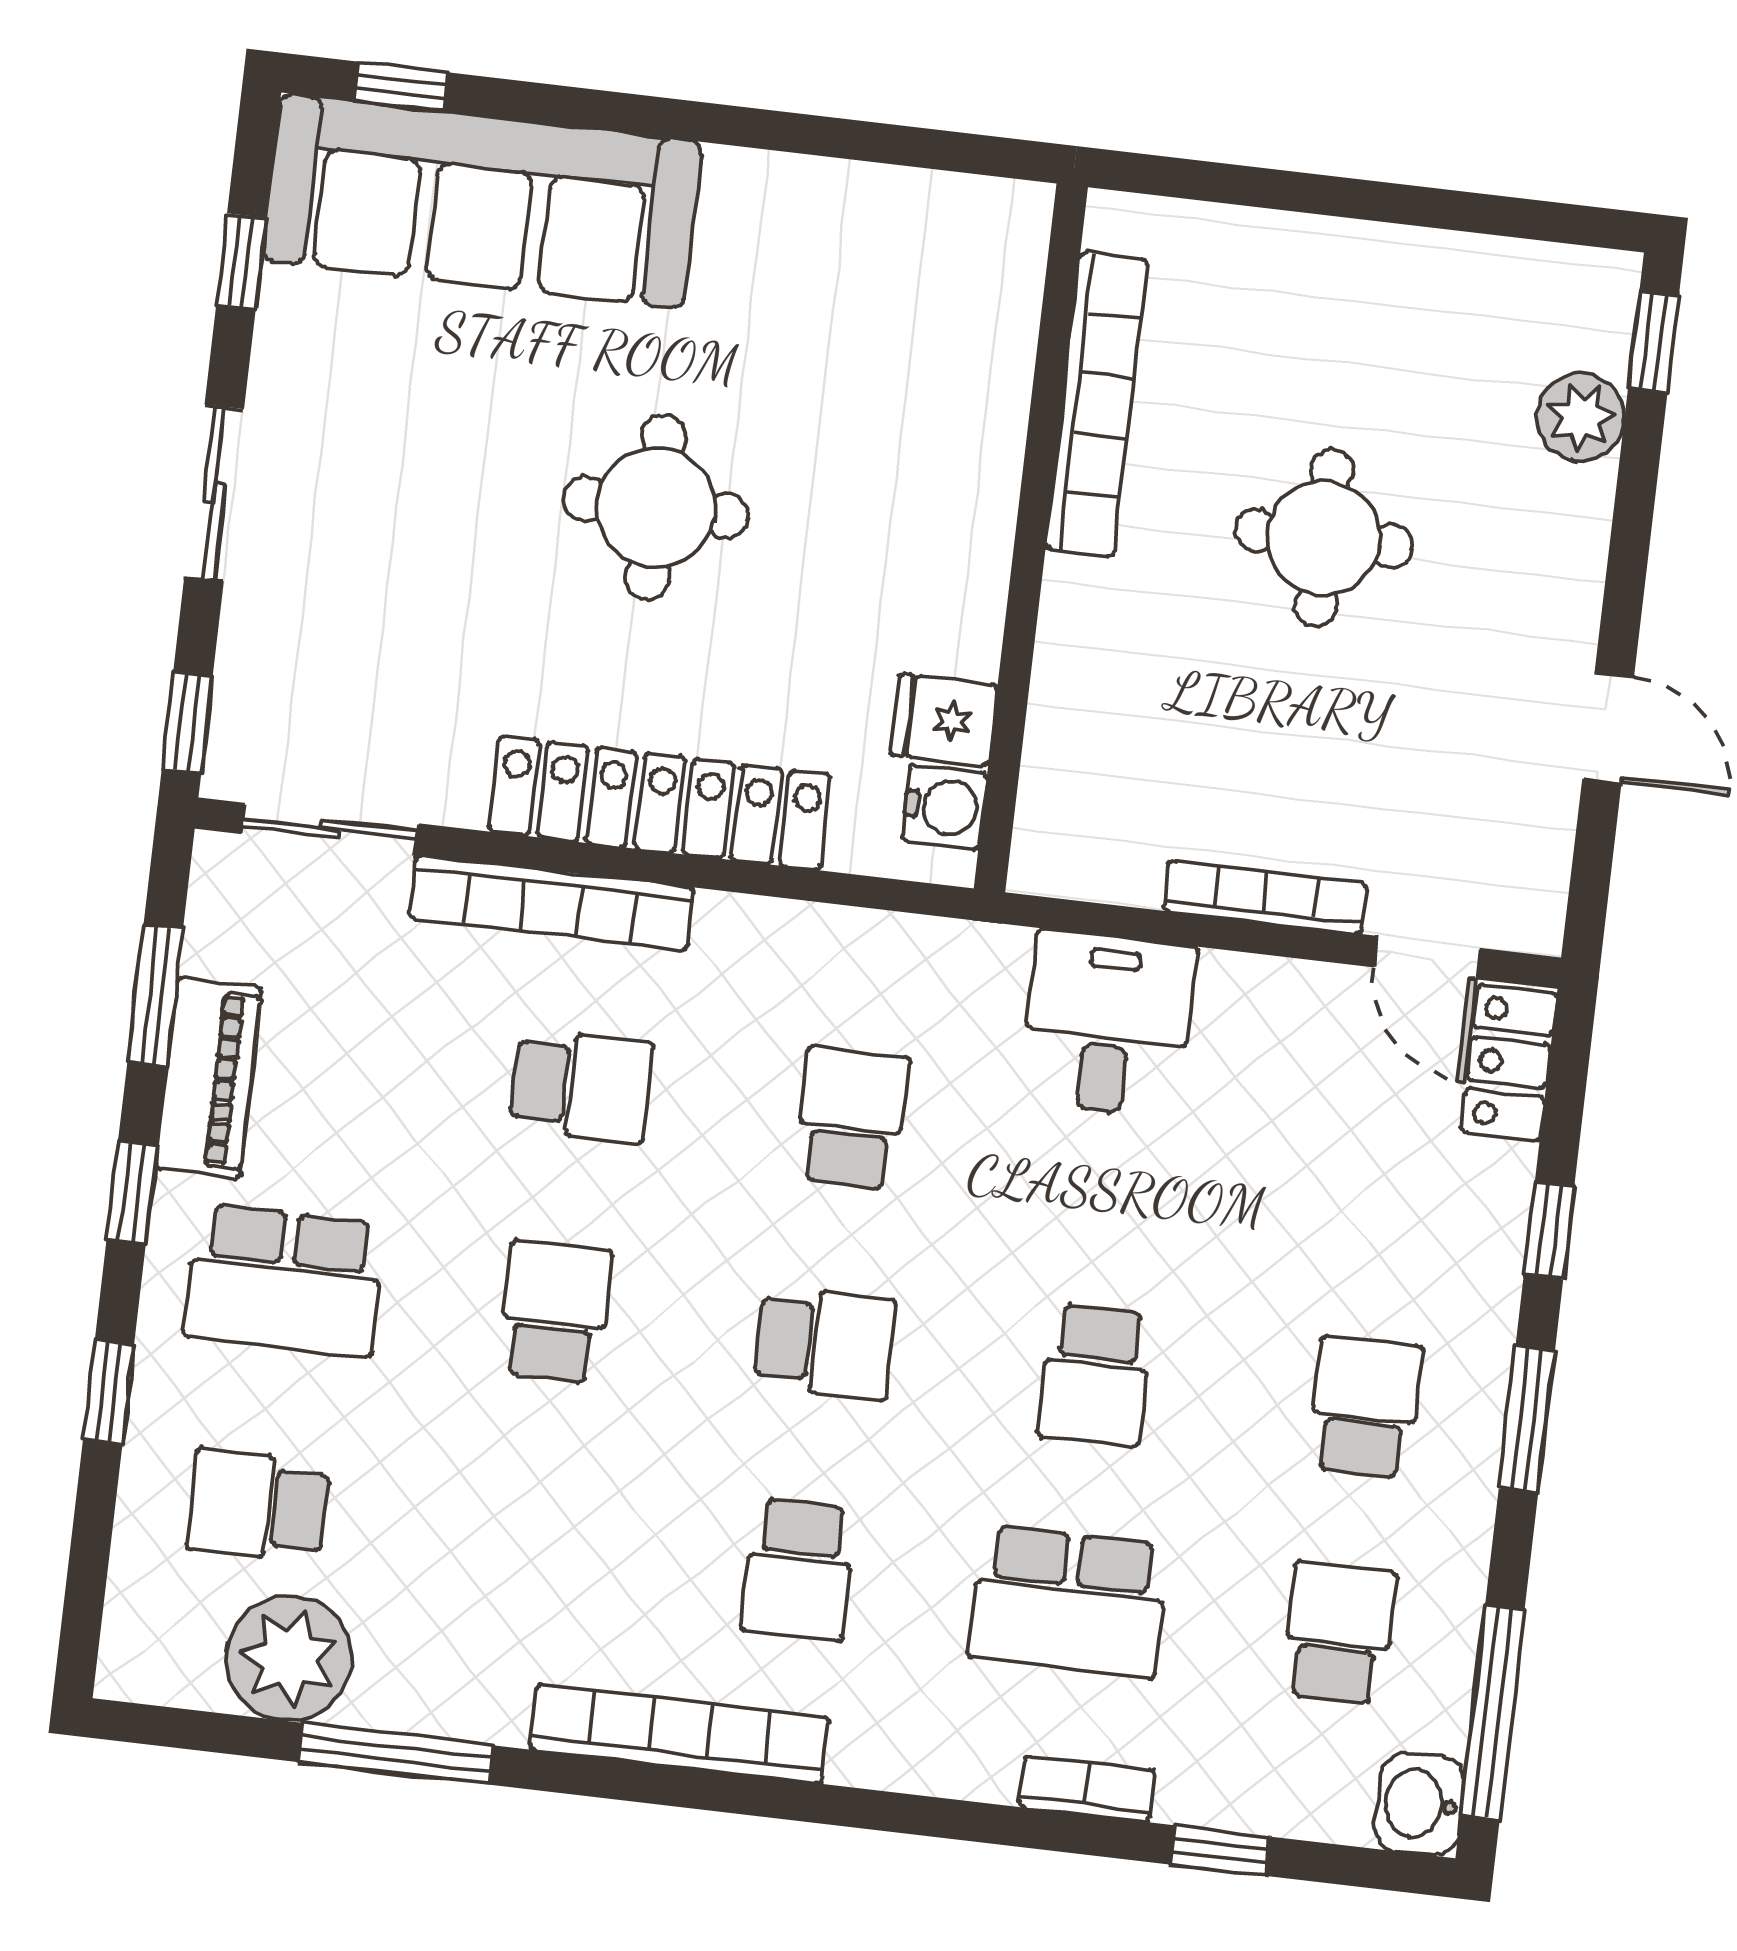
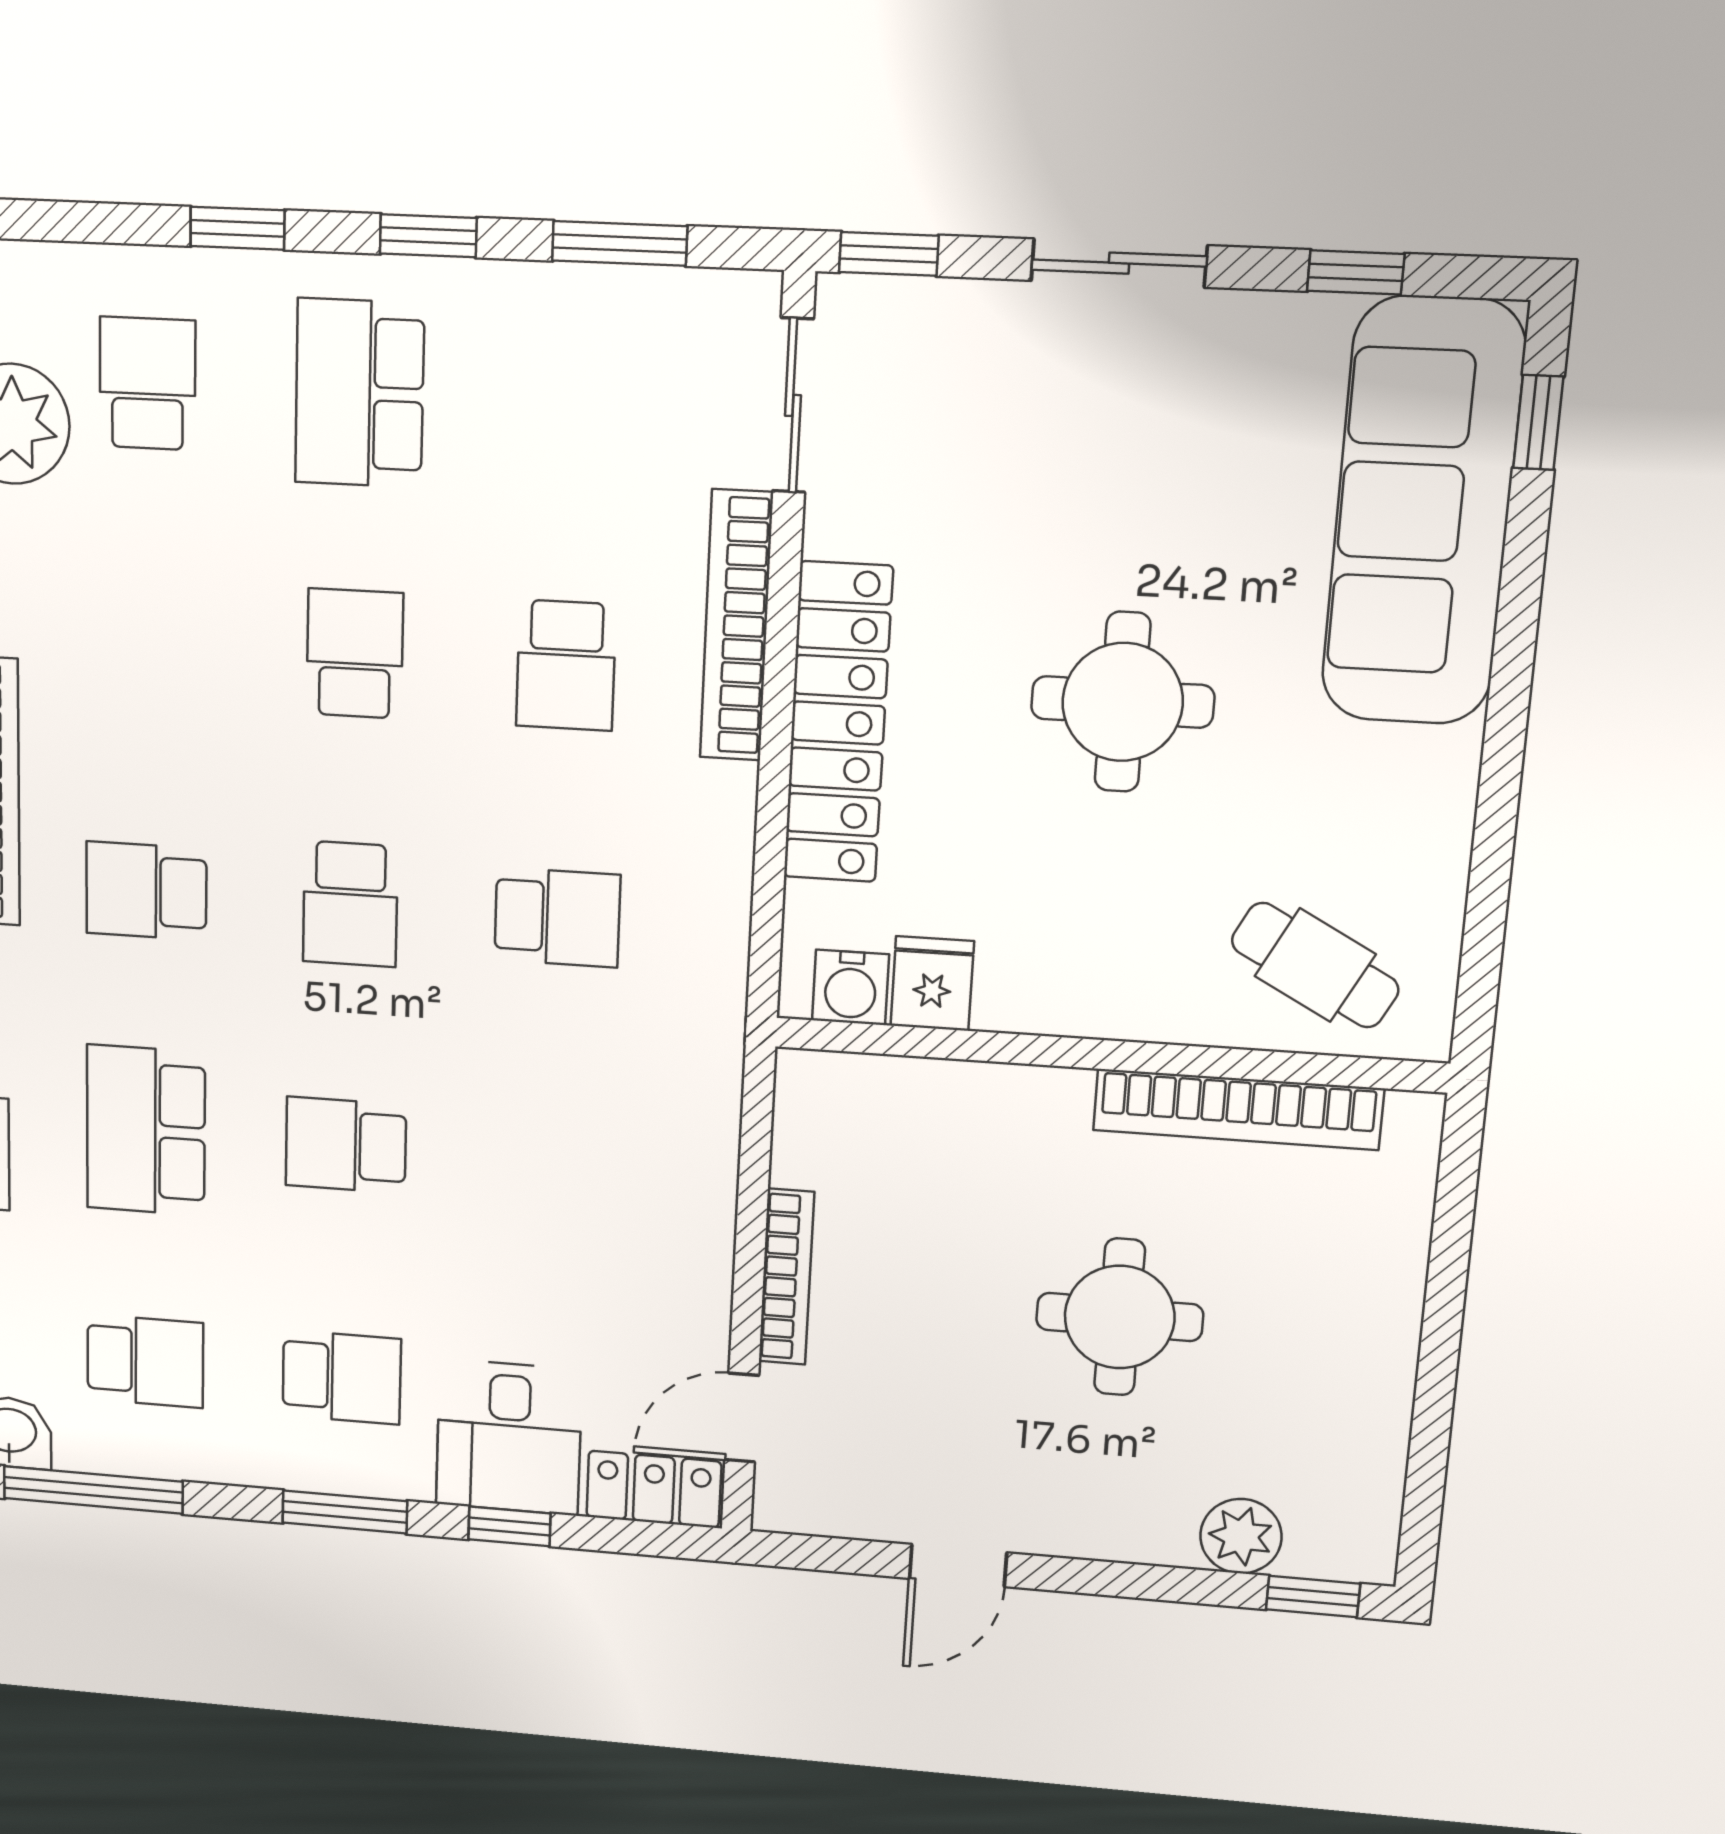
cafe table: (944, 320) -> (1315, 965), added
desk: (1108, 1024) -> (509, 1437), moved, turned 90
piano: (209, 1078) -> (544, 303), removed
school desk: (555, 1312) -> (355, 654), turned -90

